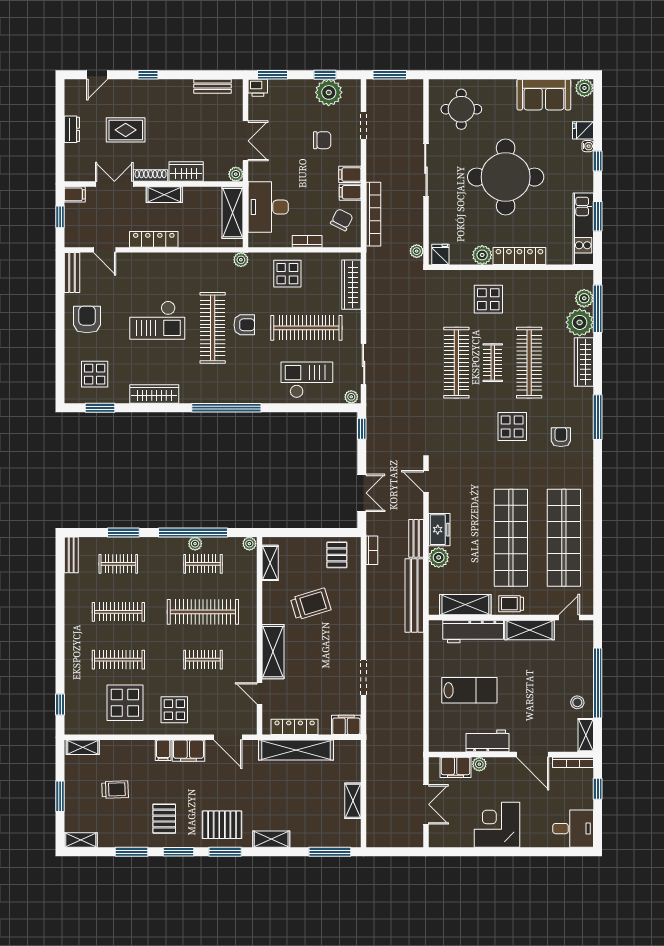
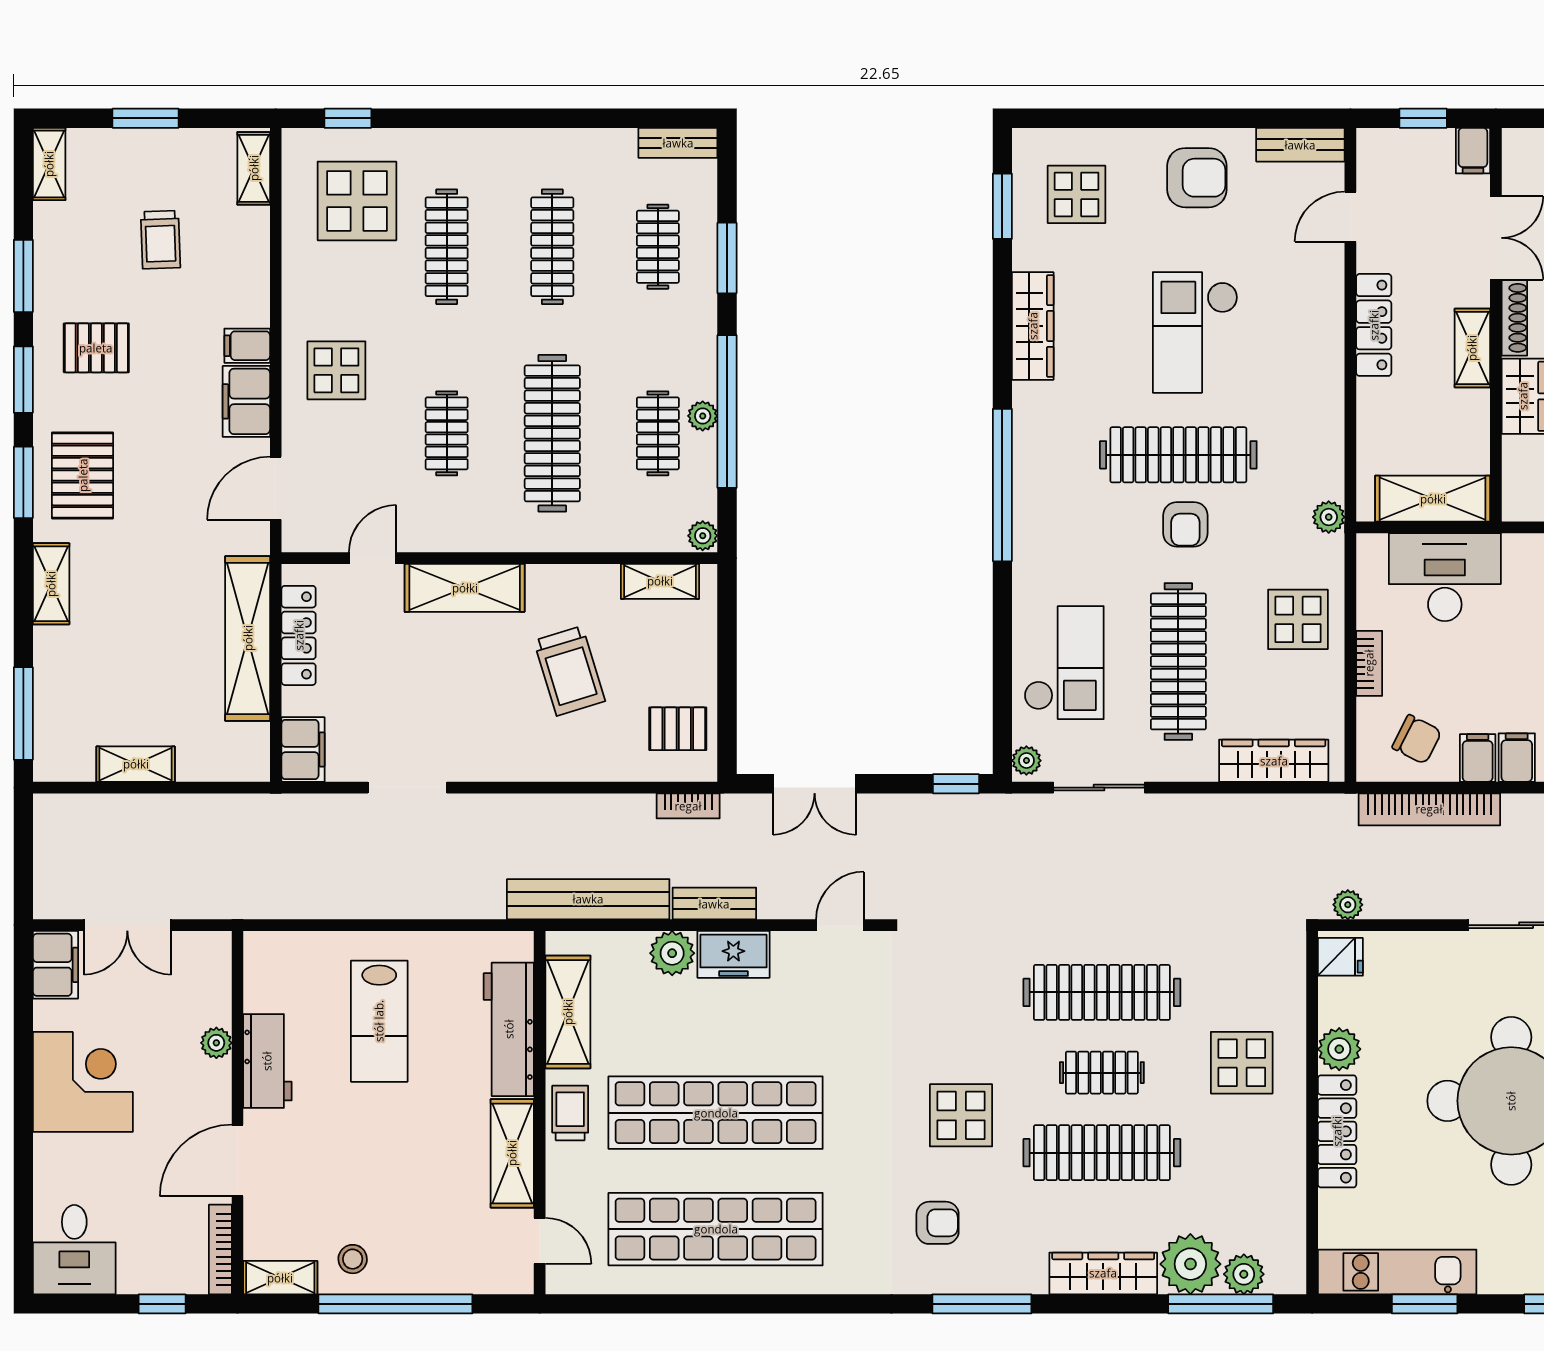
plant: (236, 174) -> (1518, 506), removed
display table: (125, 703) -> (357, 201), moved
filing cabinet: (456, 767) -> (55, 965), moved, turned 180

